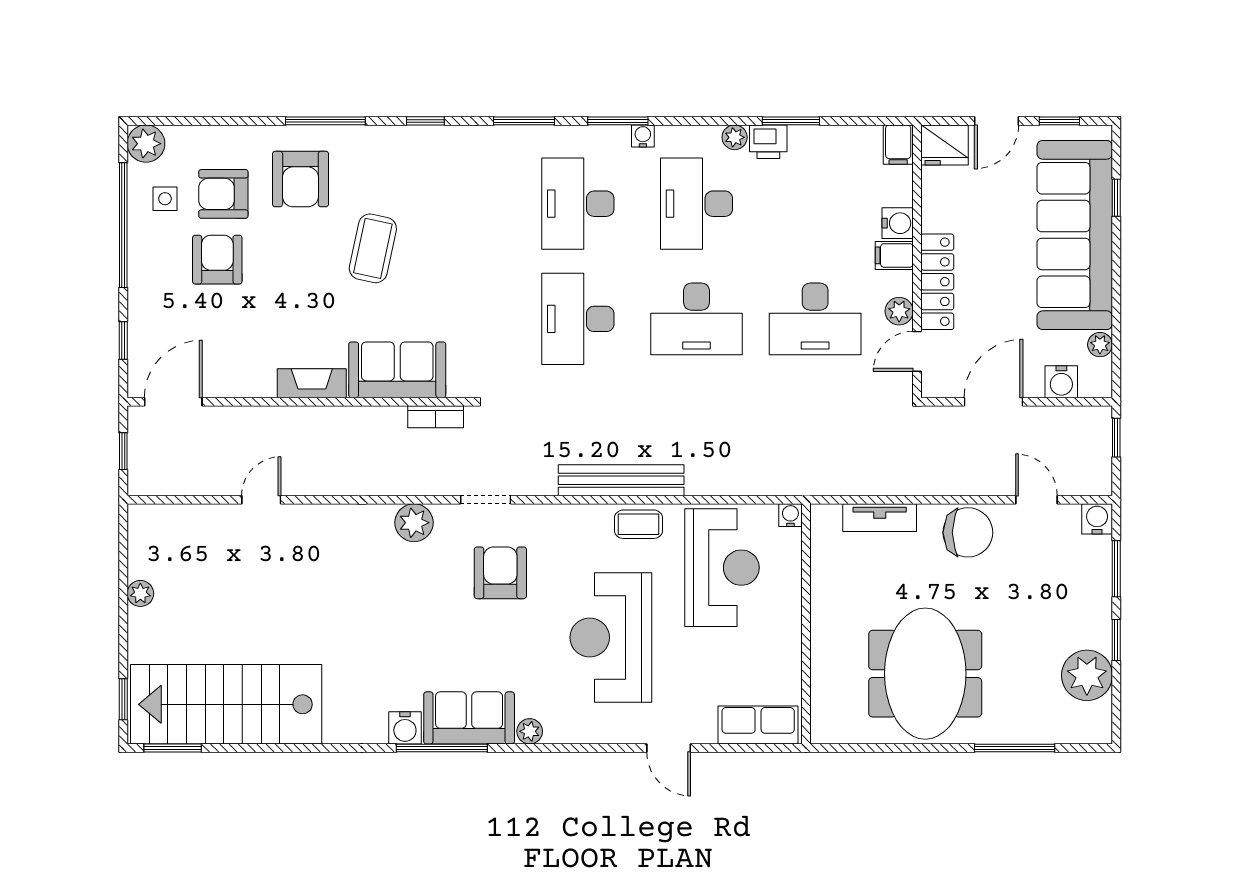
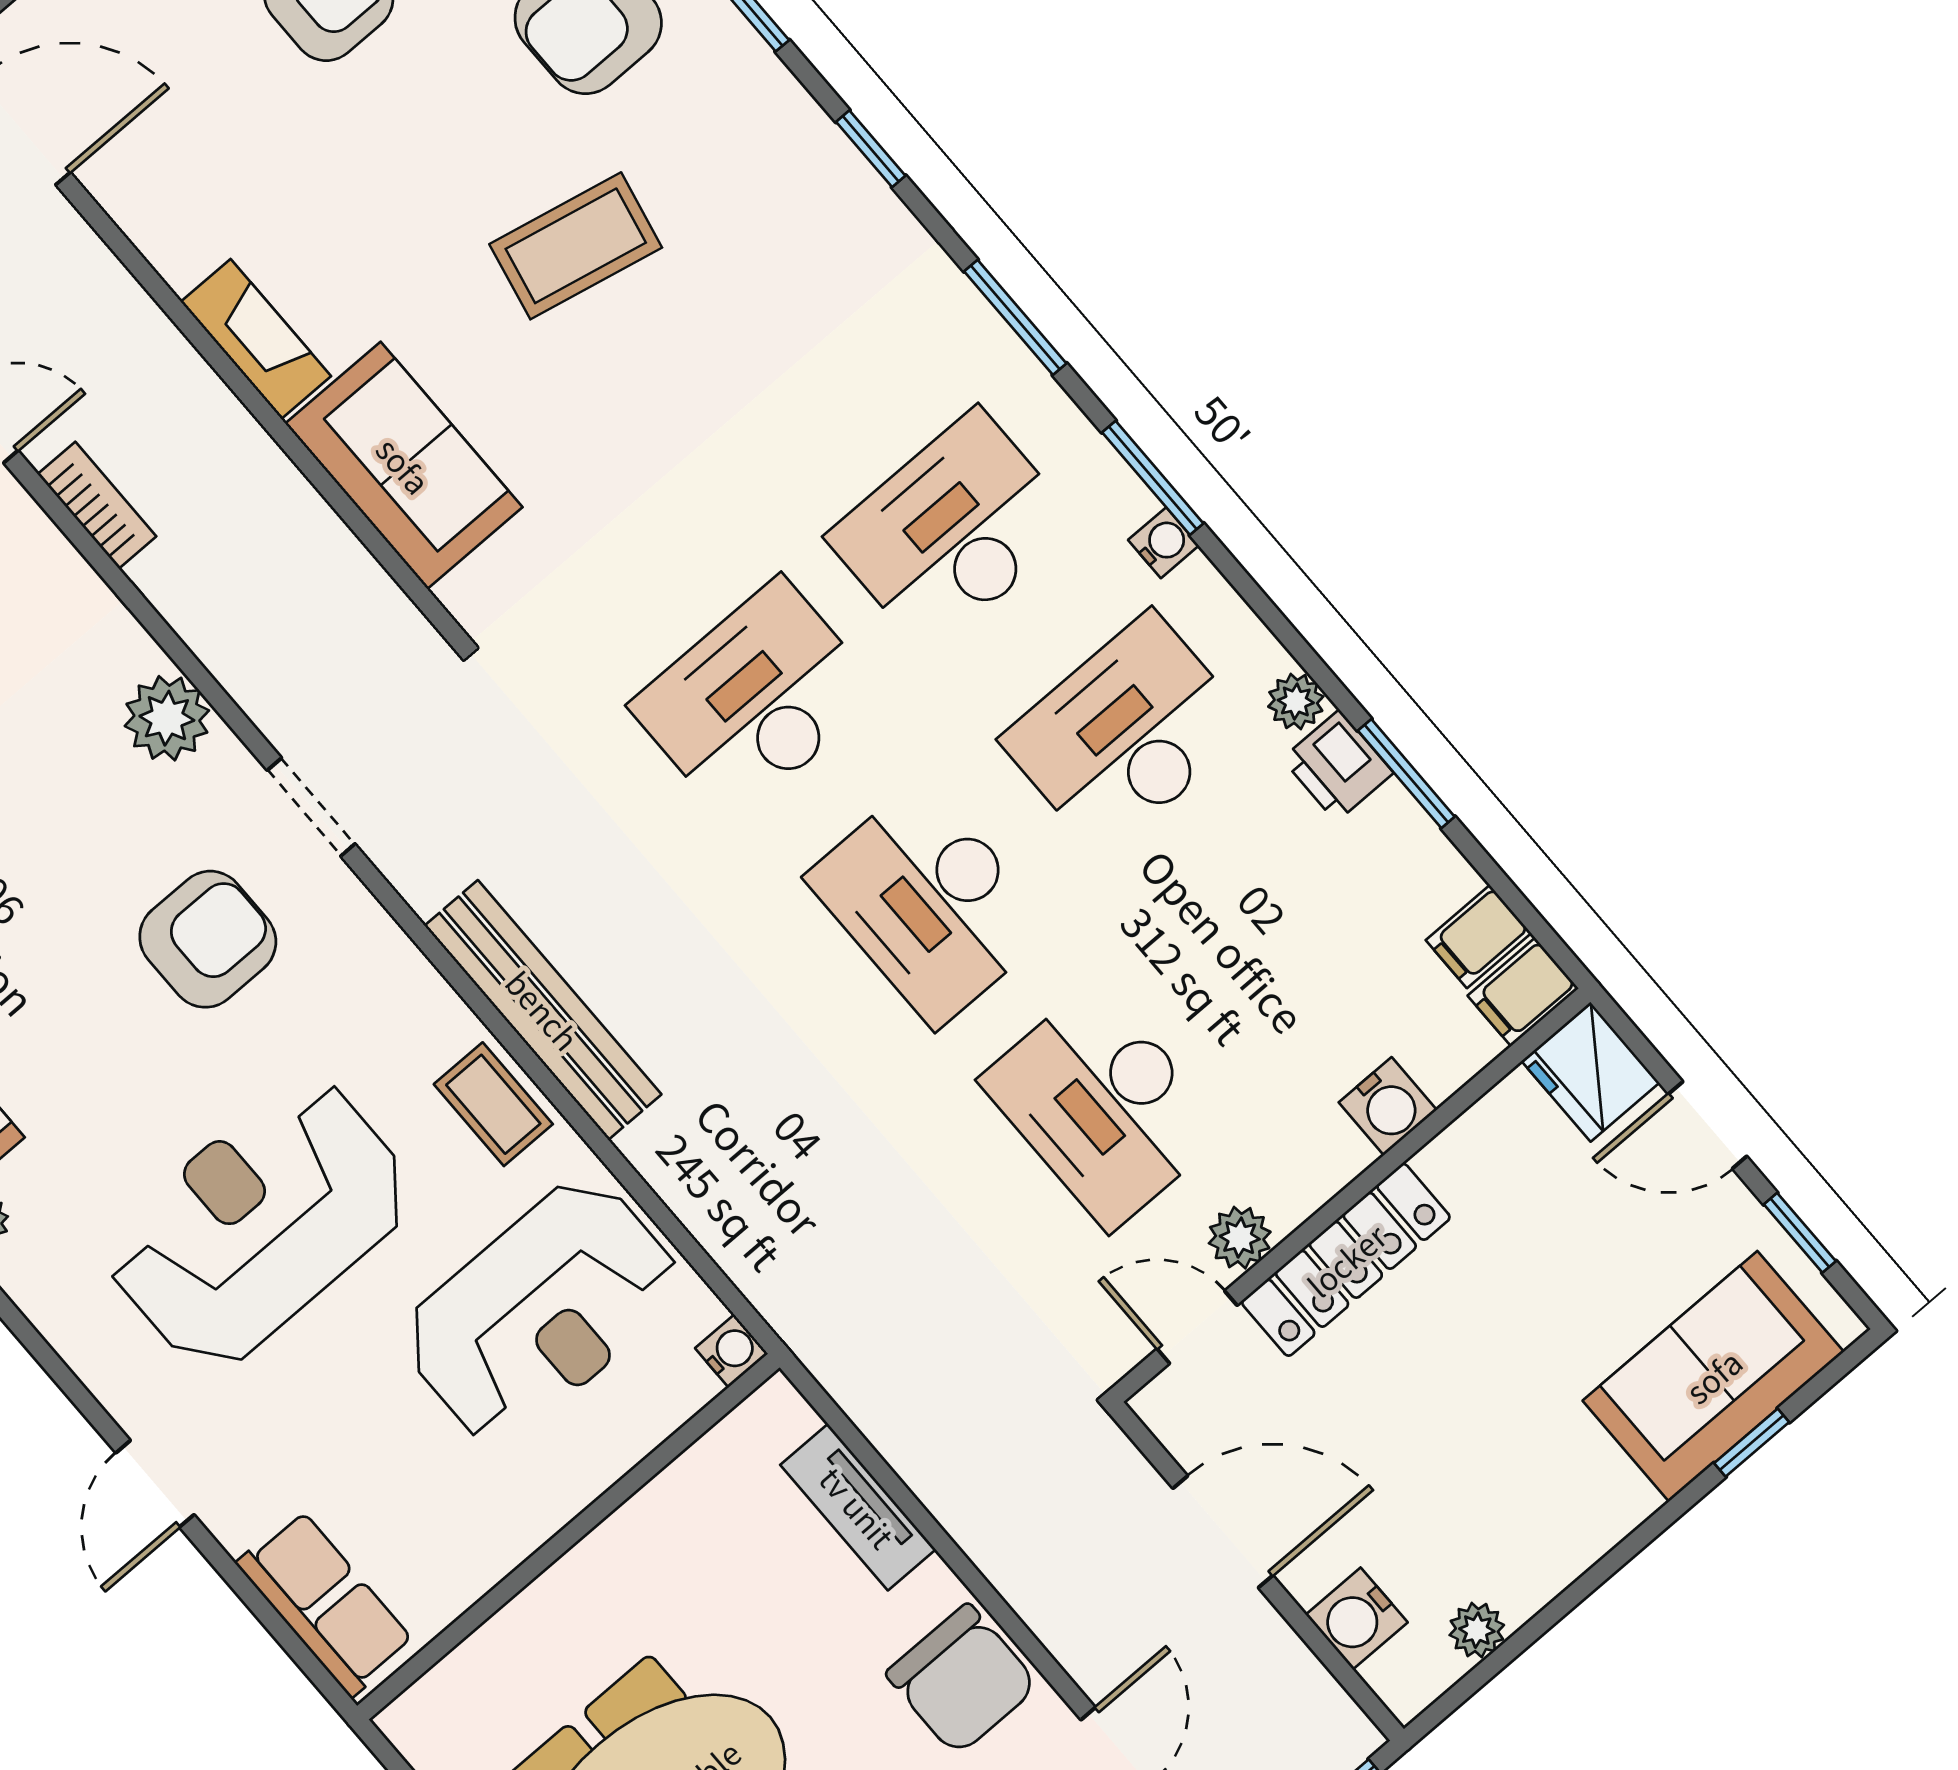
sofa: (1075, 235) -> (1713, 1376), width x0.54, depth x0.79
filing cabinet: (894, 255) -> (1478, 937), moved, turned -90
bookcase: (436, 417) -> (97, 505), moved, turned 180

